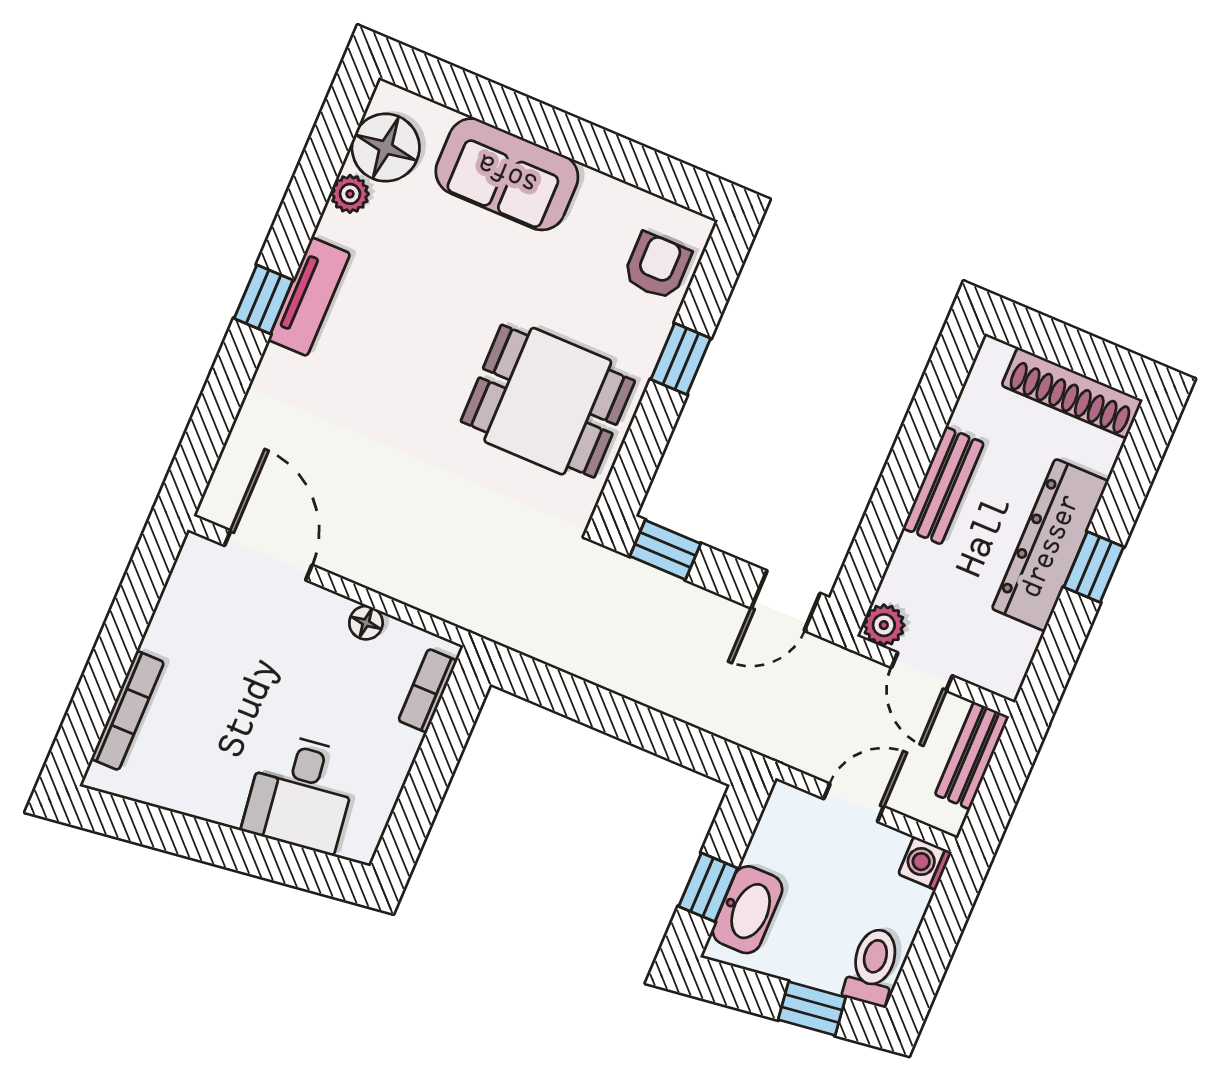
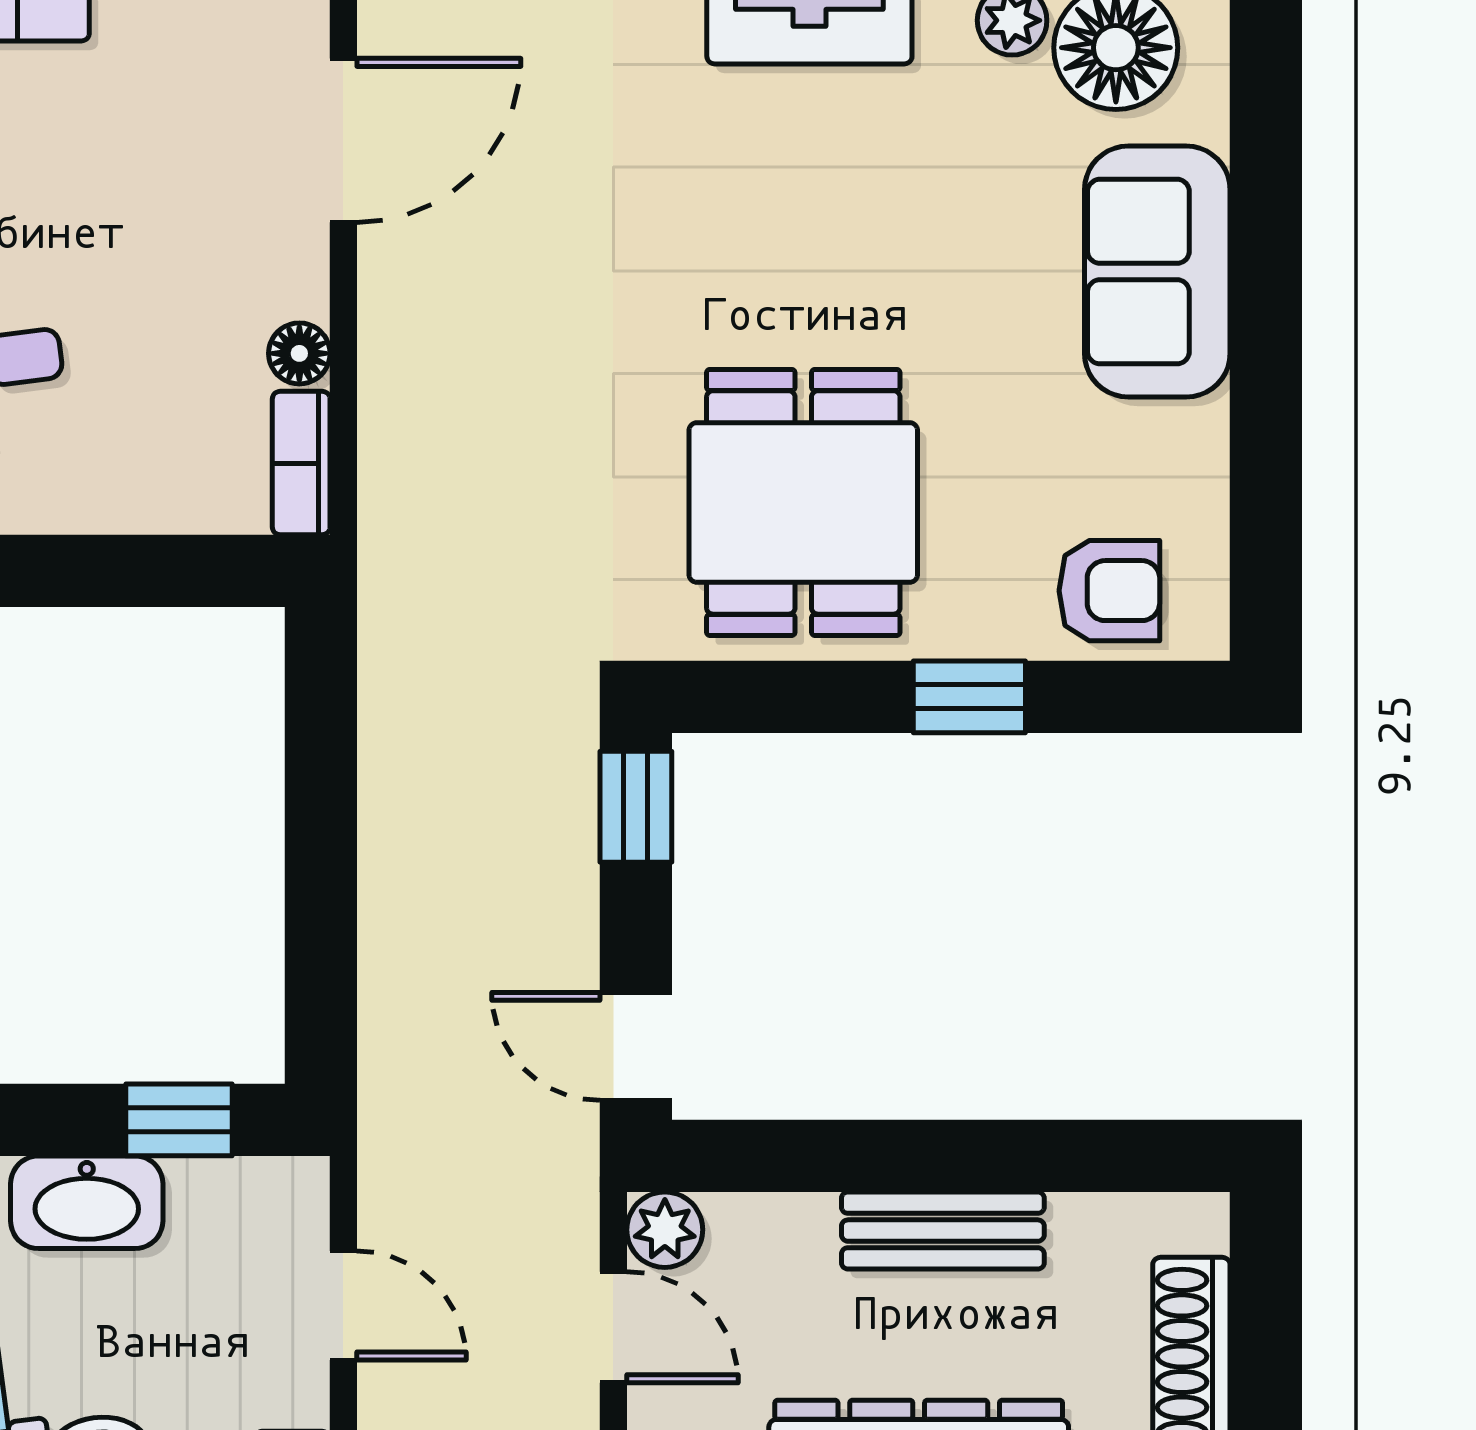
door: (922, 672) -> (613, 1327), swing flipped
bookcase: (428, 691) -> (301, 463), moved, turned -90
window: (708, 887) -> (179, 1120), moved

